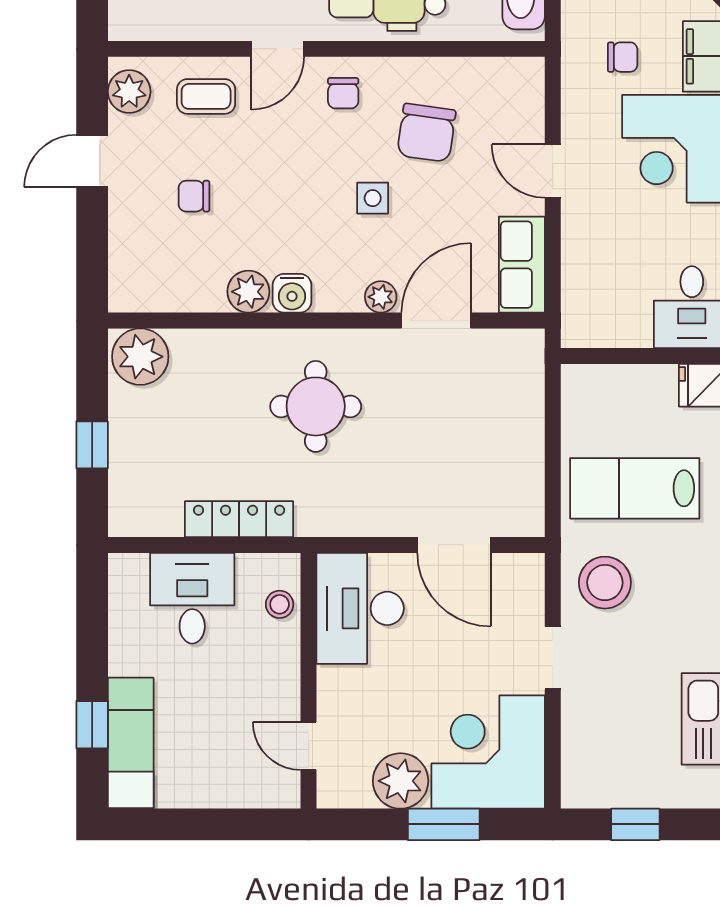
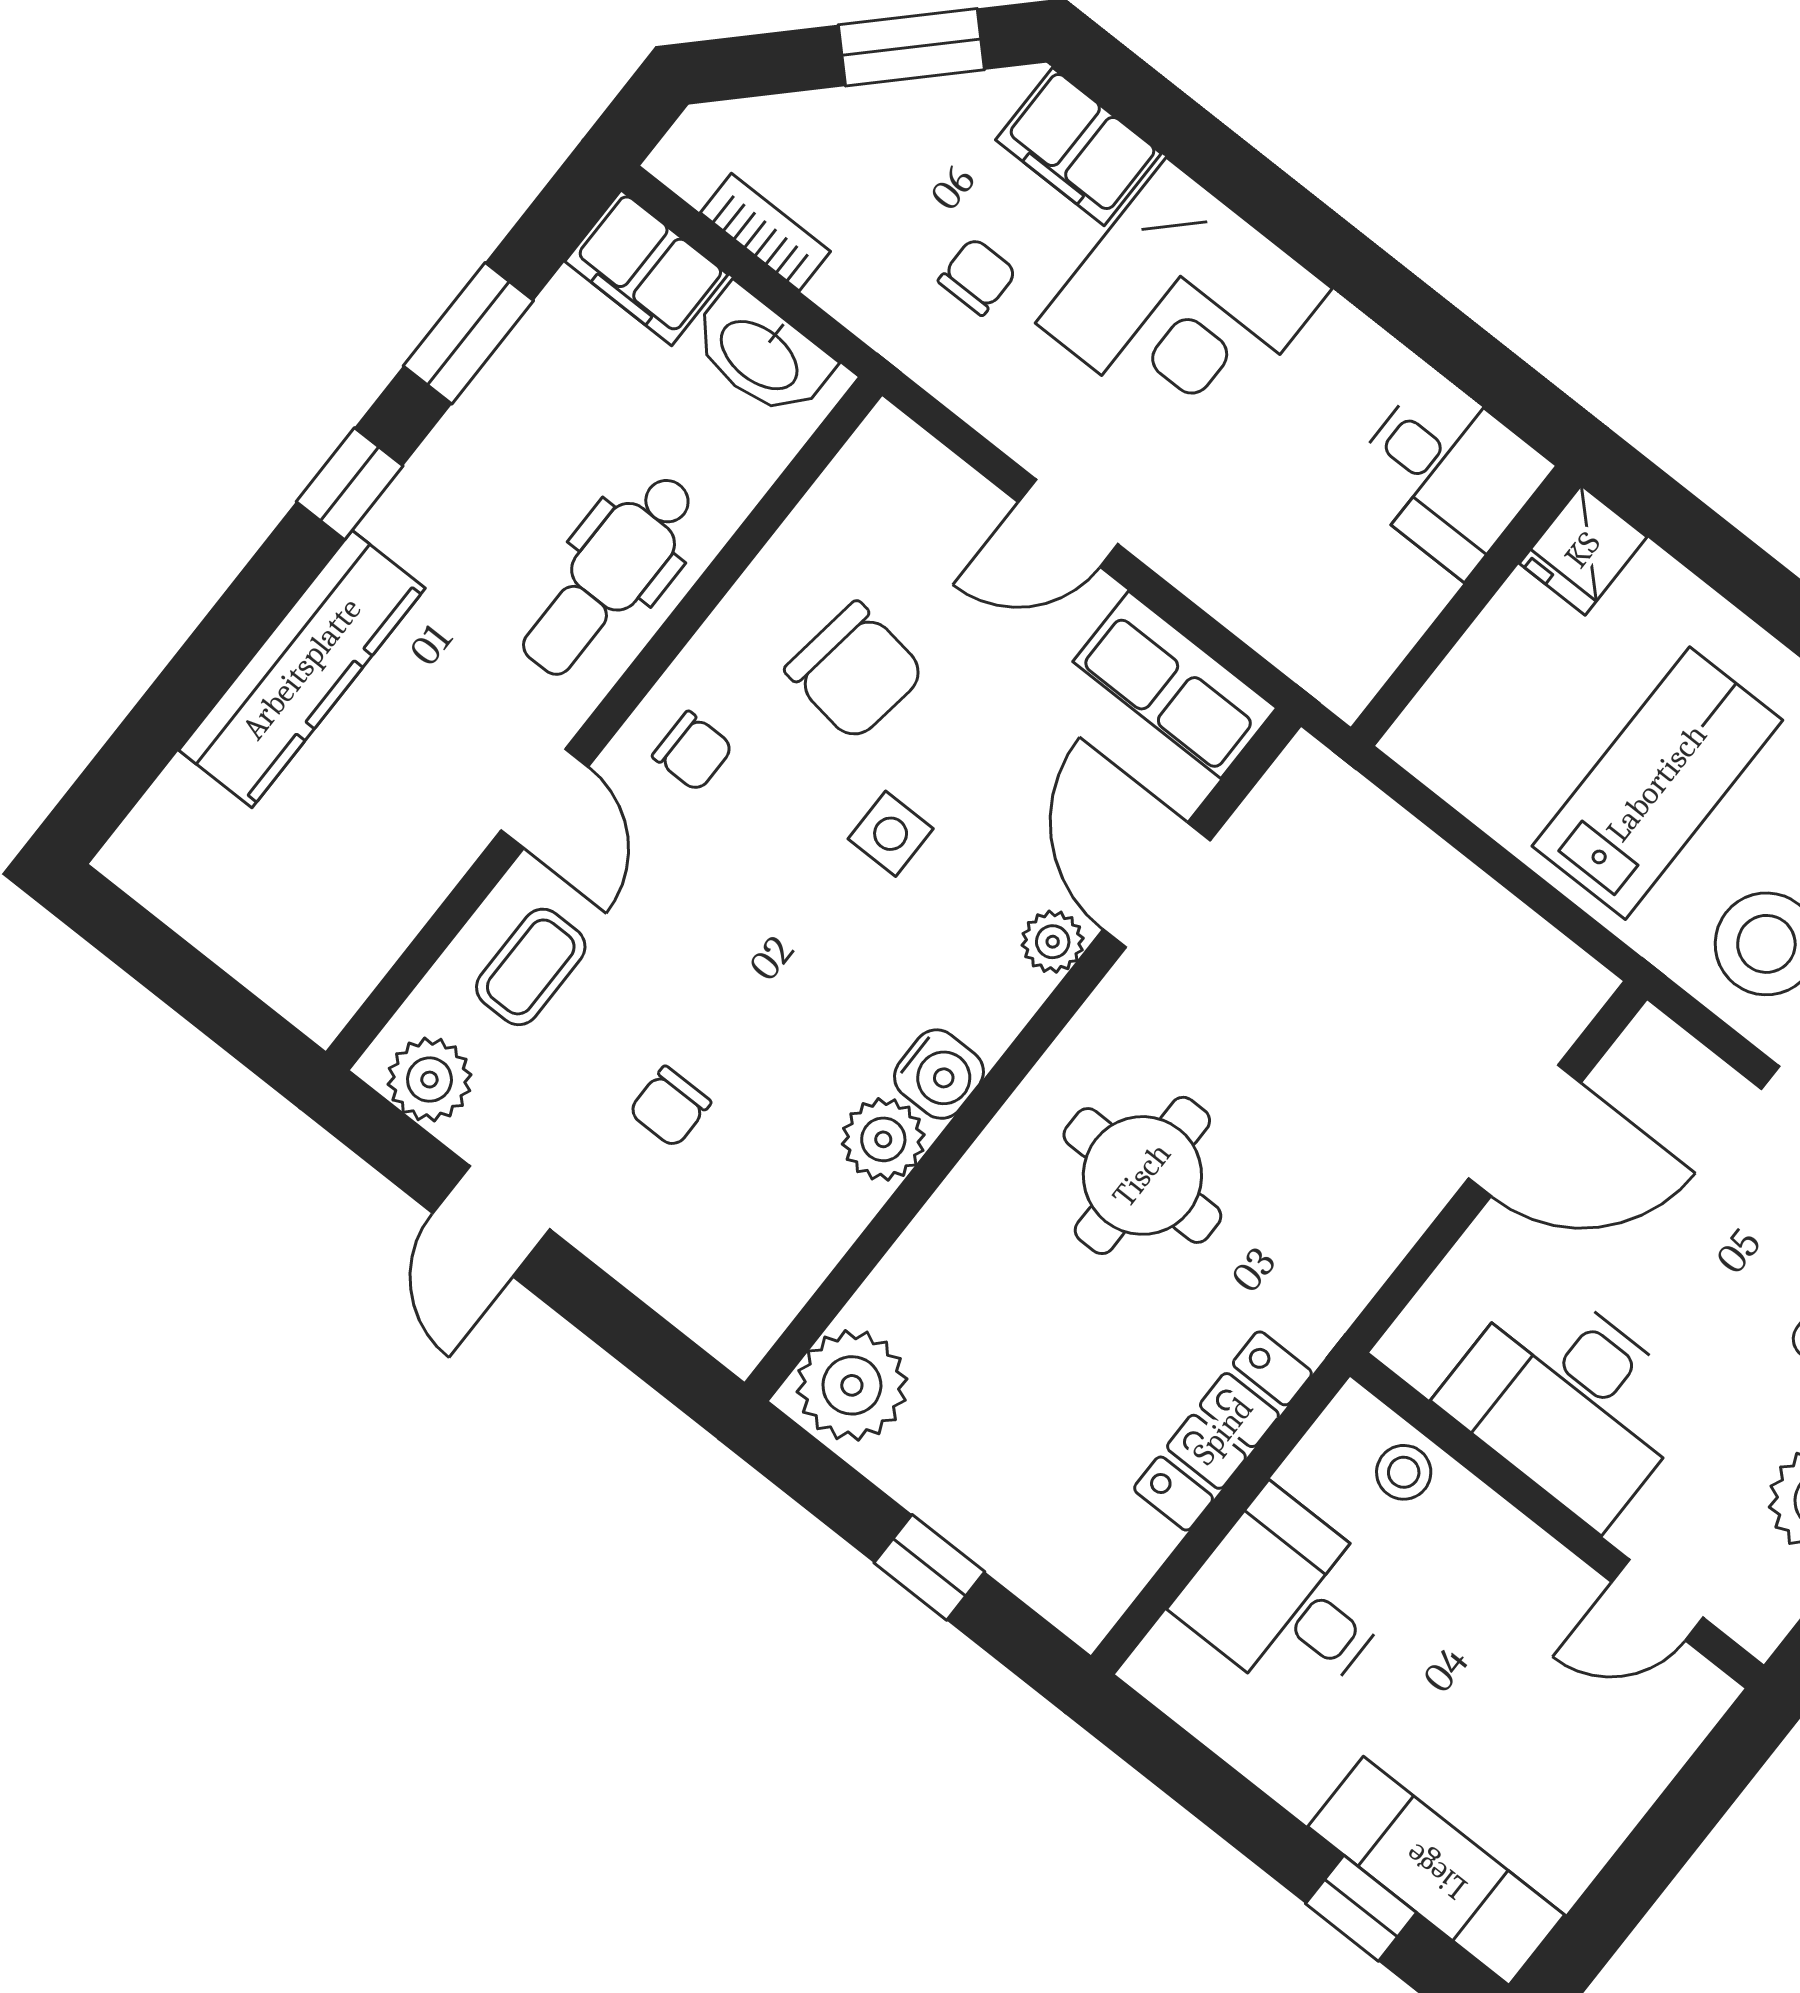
lab bench: (635, 488) -> (1657, 783), turned 180
desk: (360, 608) -> (1569, 1401), moved

